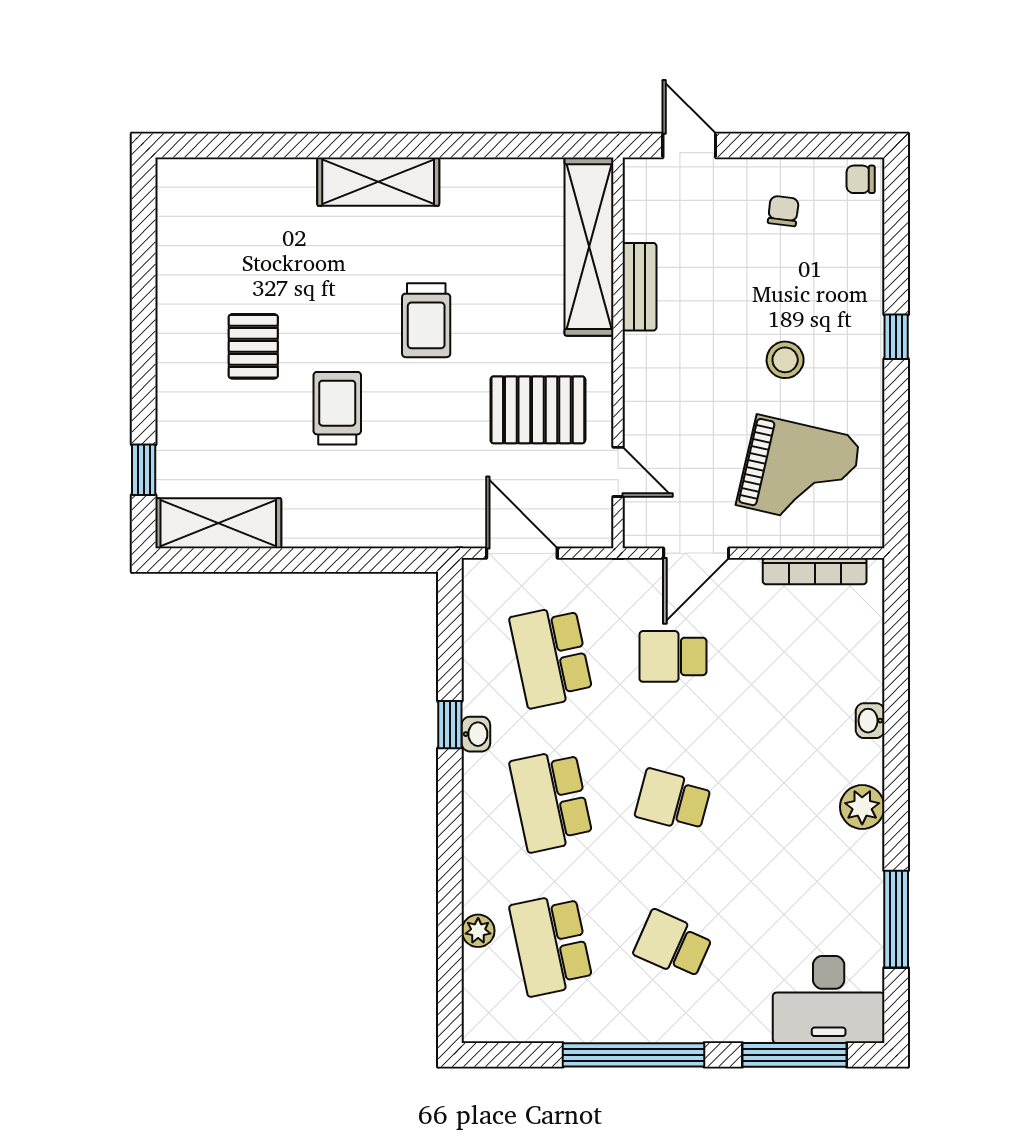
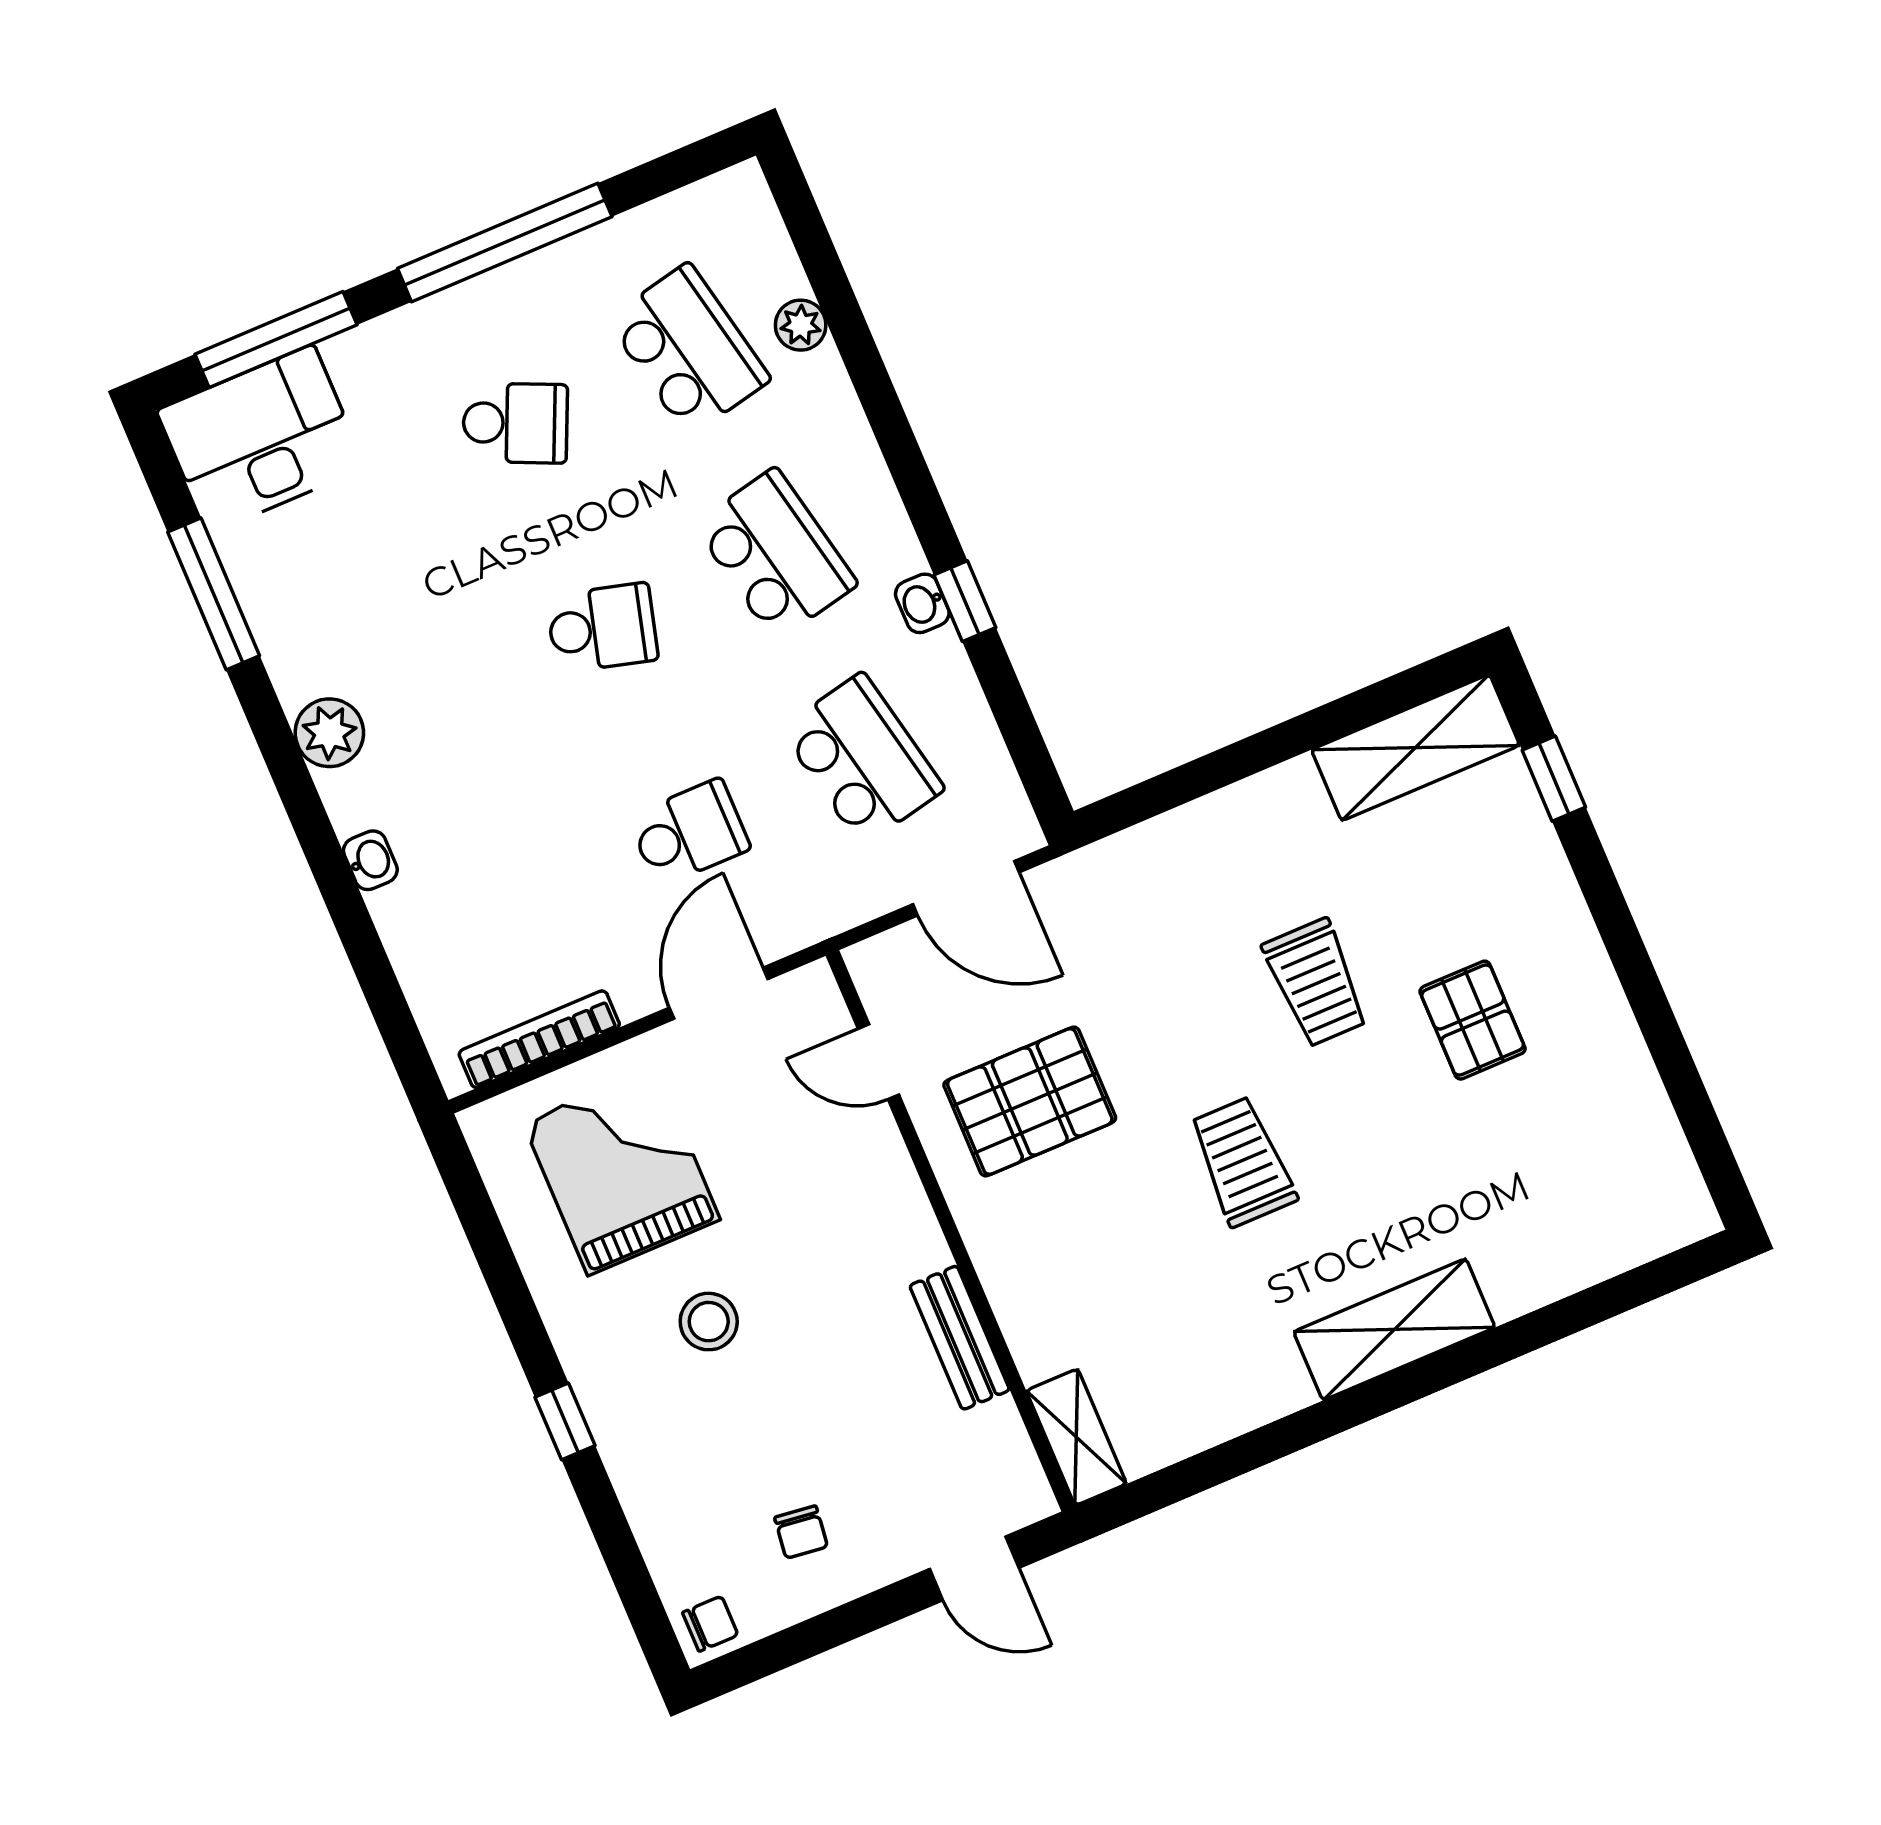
shelving: (589, 247) -> (1076, 1437), width x0.45, depth x0.75
grand piano: (799, 472) -> (622, 1171), turned 77

